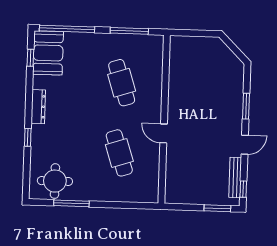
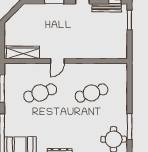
wardrobe: (178, 61) -> (23, 53), added
door: (164, 133) -> (57, 61), moved

